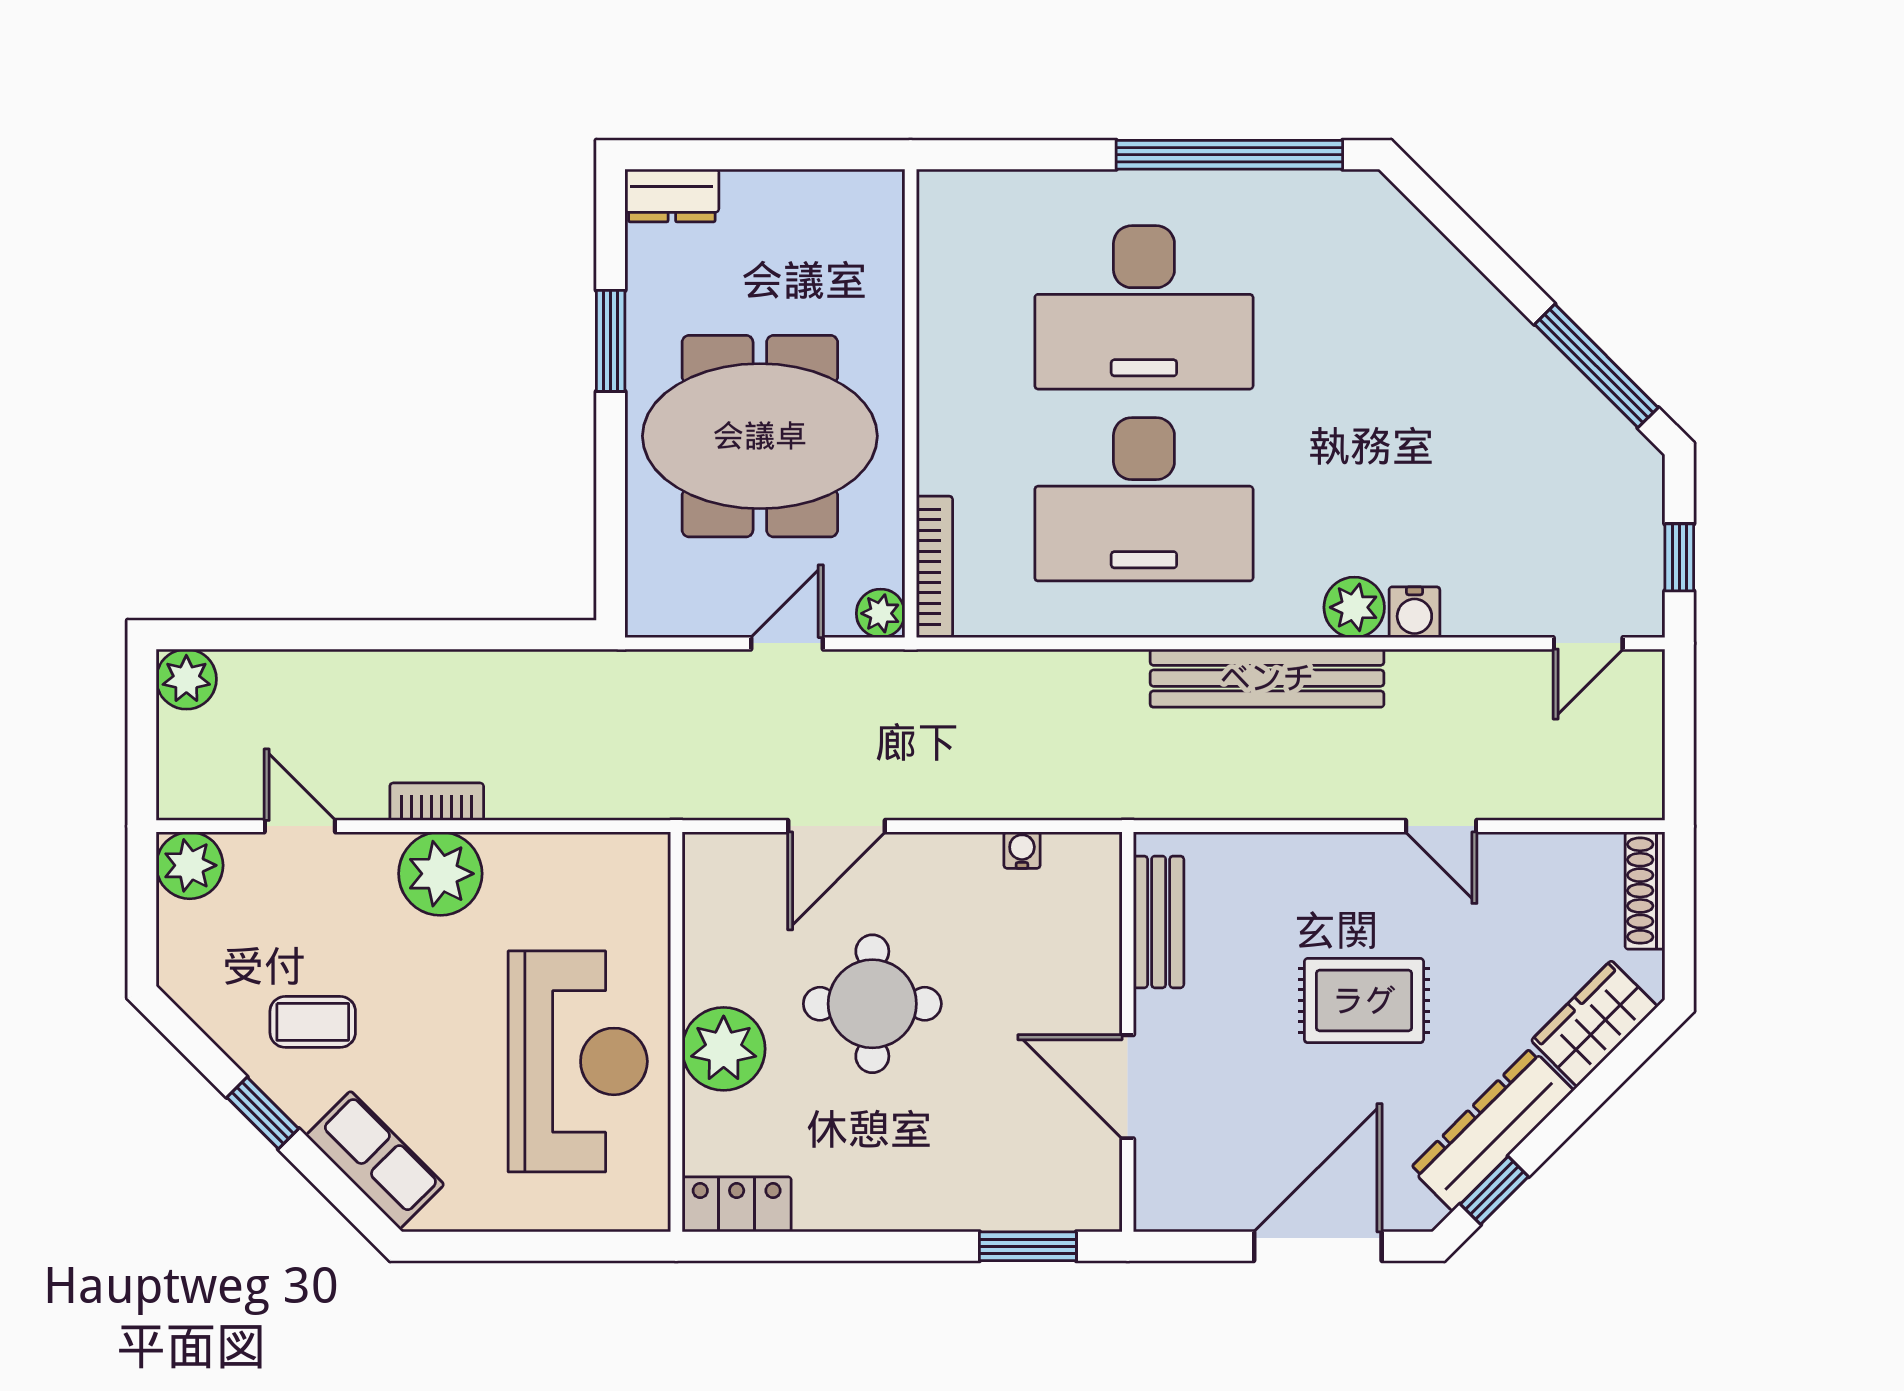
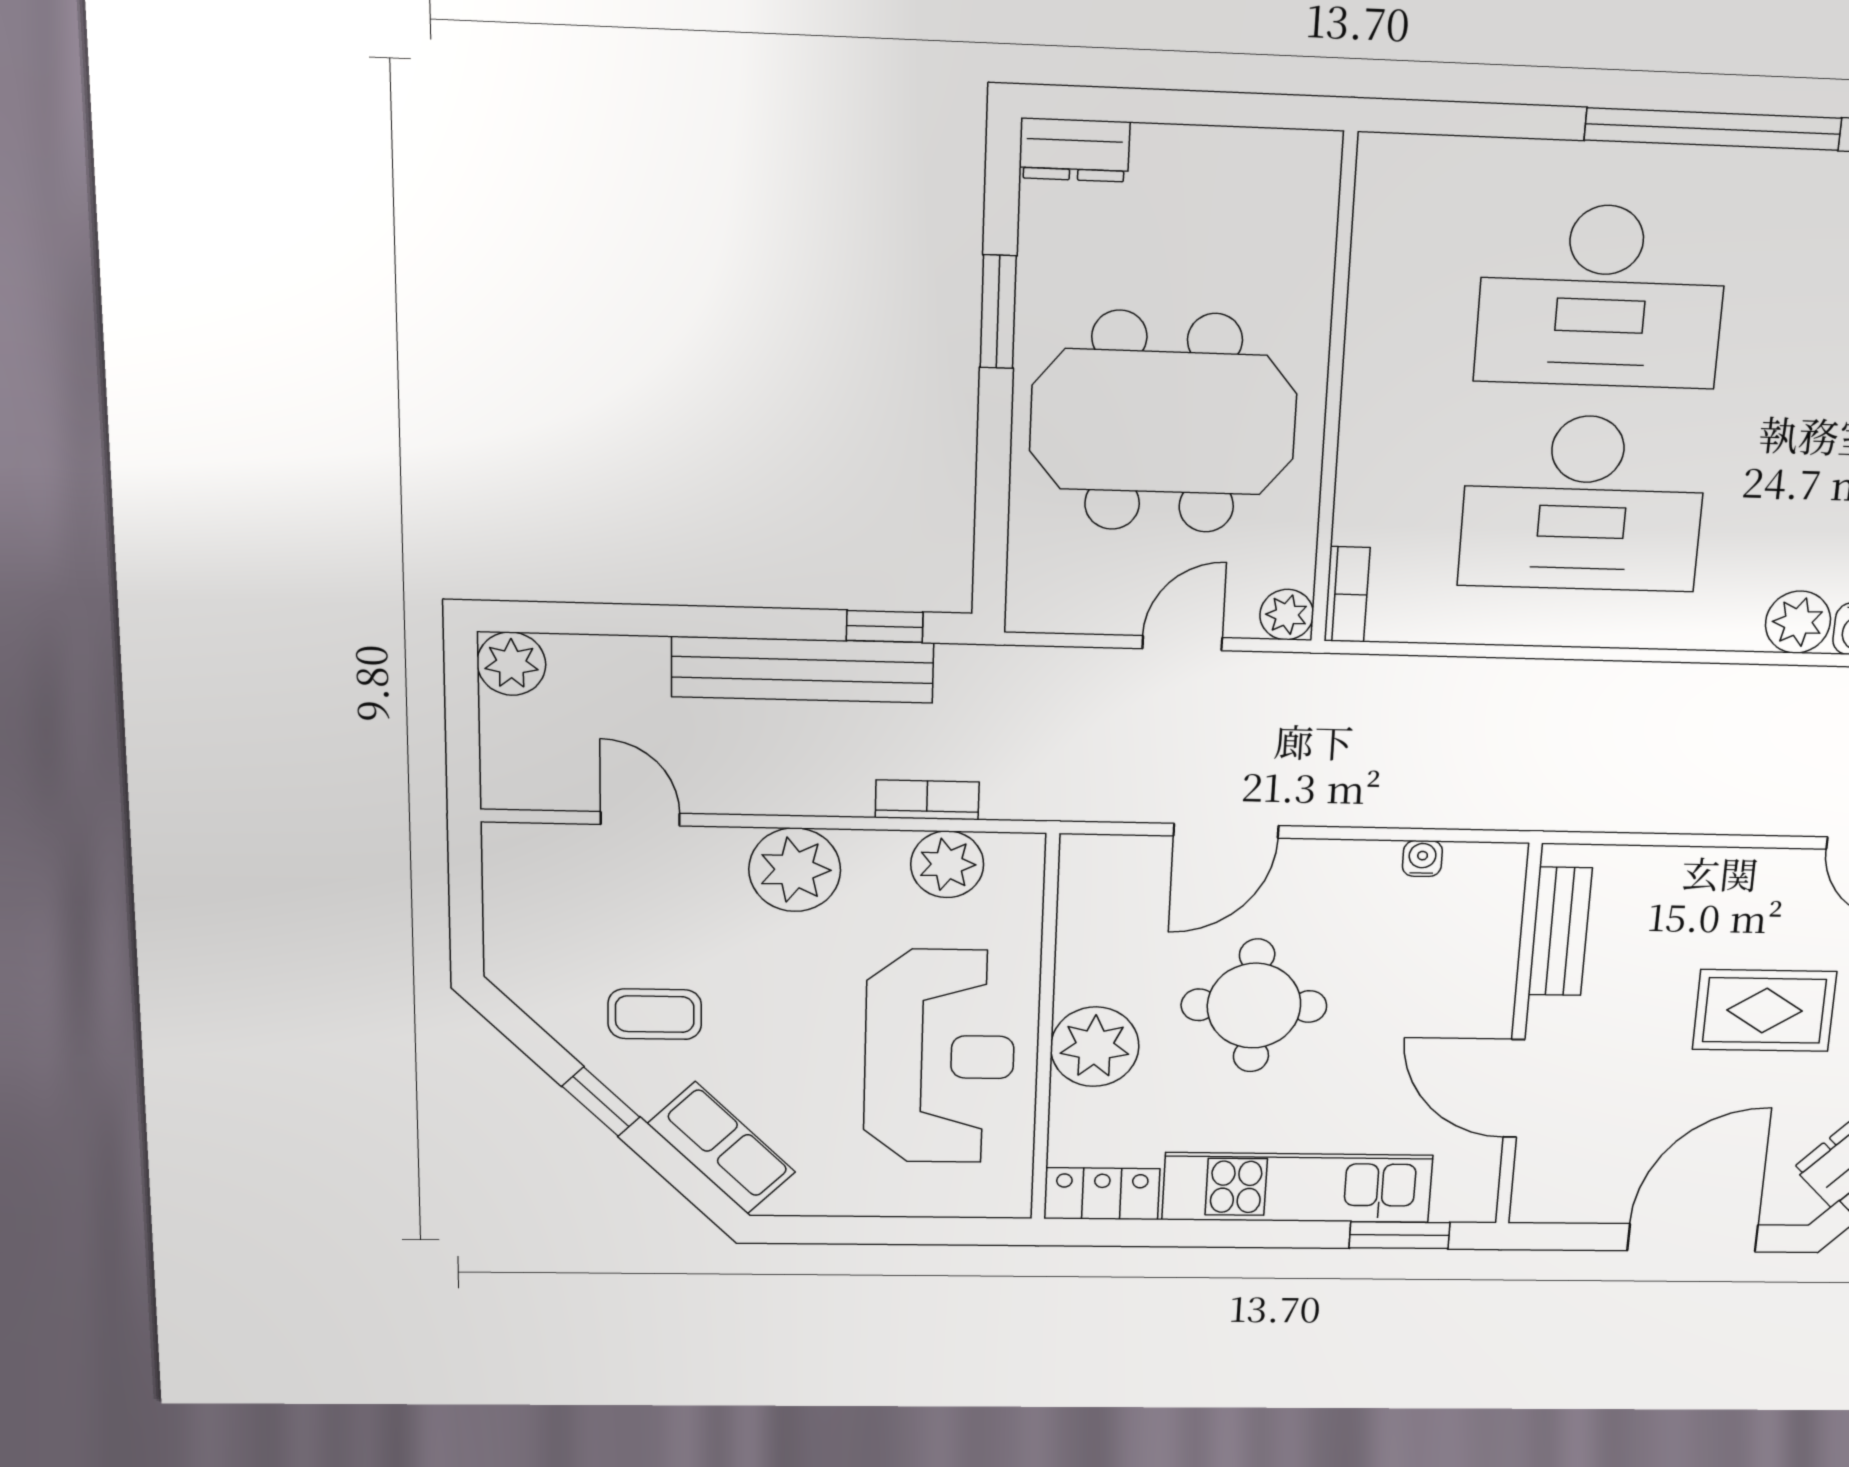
bookcase: (934, 567) -> (1347, 594), width x0.64
window: (518, 635) -> (885, 626), added
bench: (1267, 678) -> (803, 670), moved
bookcase: (437, 802) -> (927, 800), moved
plant: (190, 865) -> (947, 864), moved
kitchen unit: (925, 1196) -> (1297, 1187), added

